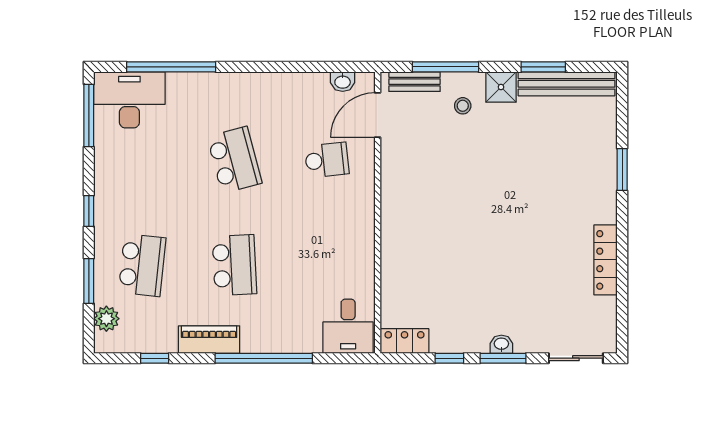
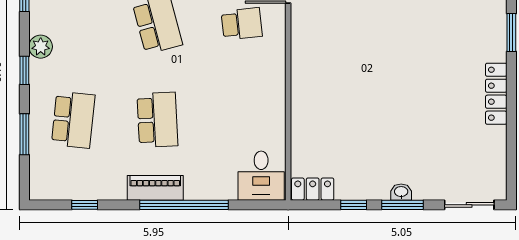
locker: (606, 260) -> (496, 94), moved
plant: (106, 319) -> (41, 47), moved
piano: (209, 340) -> (155, 188), moved

